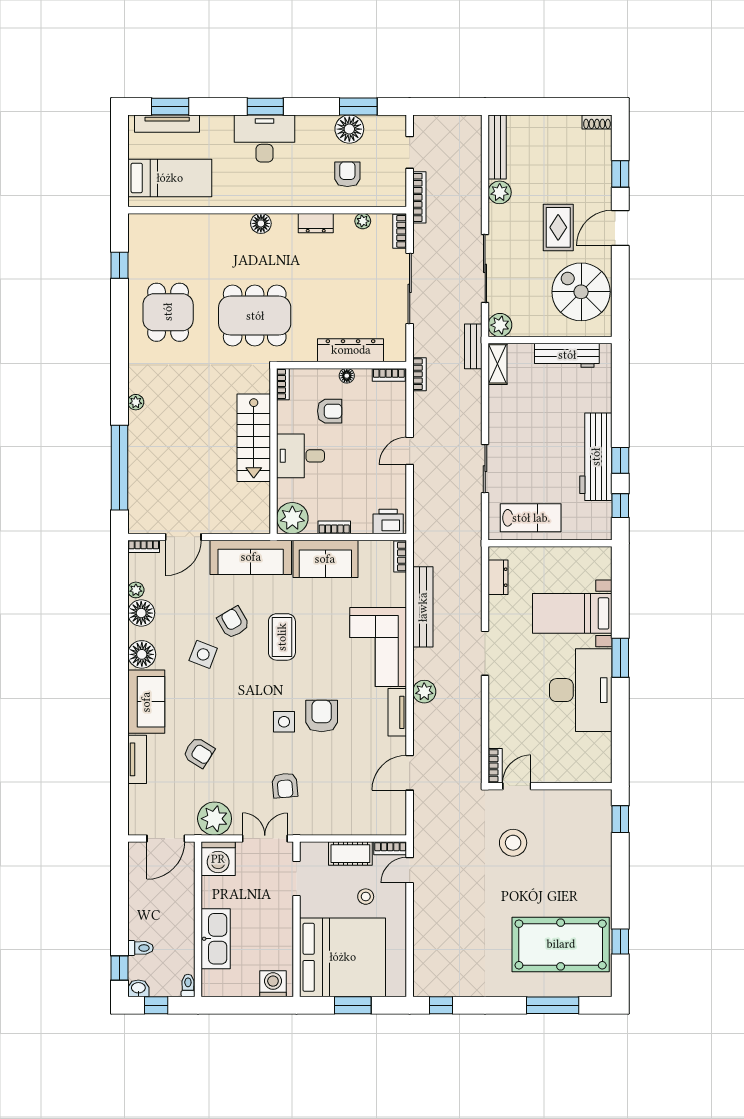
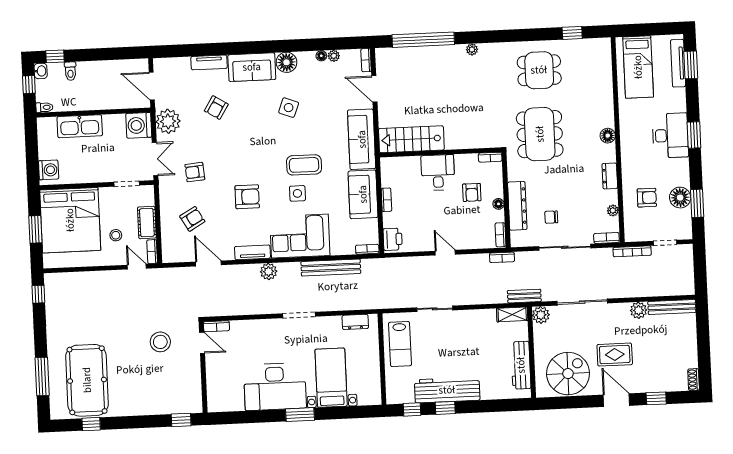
chair: (368, 305) -> (551, 217), added
stairs: (254, 438) -> (411, 139), moved
plant: (292, 518) -> (392, 169), removed
floor lamp: (141, 613) -> (321, 56), width x0.53, depth x0.53
armchair: (233, 622) -> (192, 219), moved
side table: (284, 722) -> (297, 193), moved

